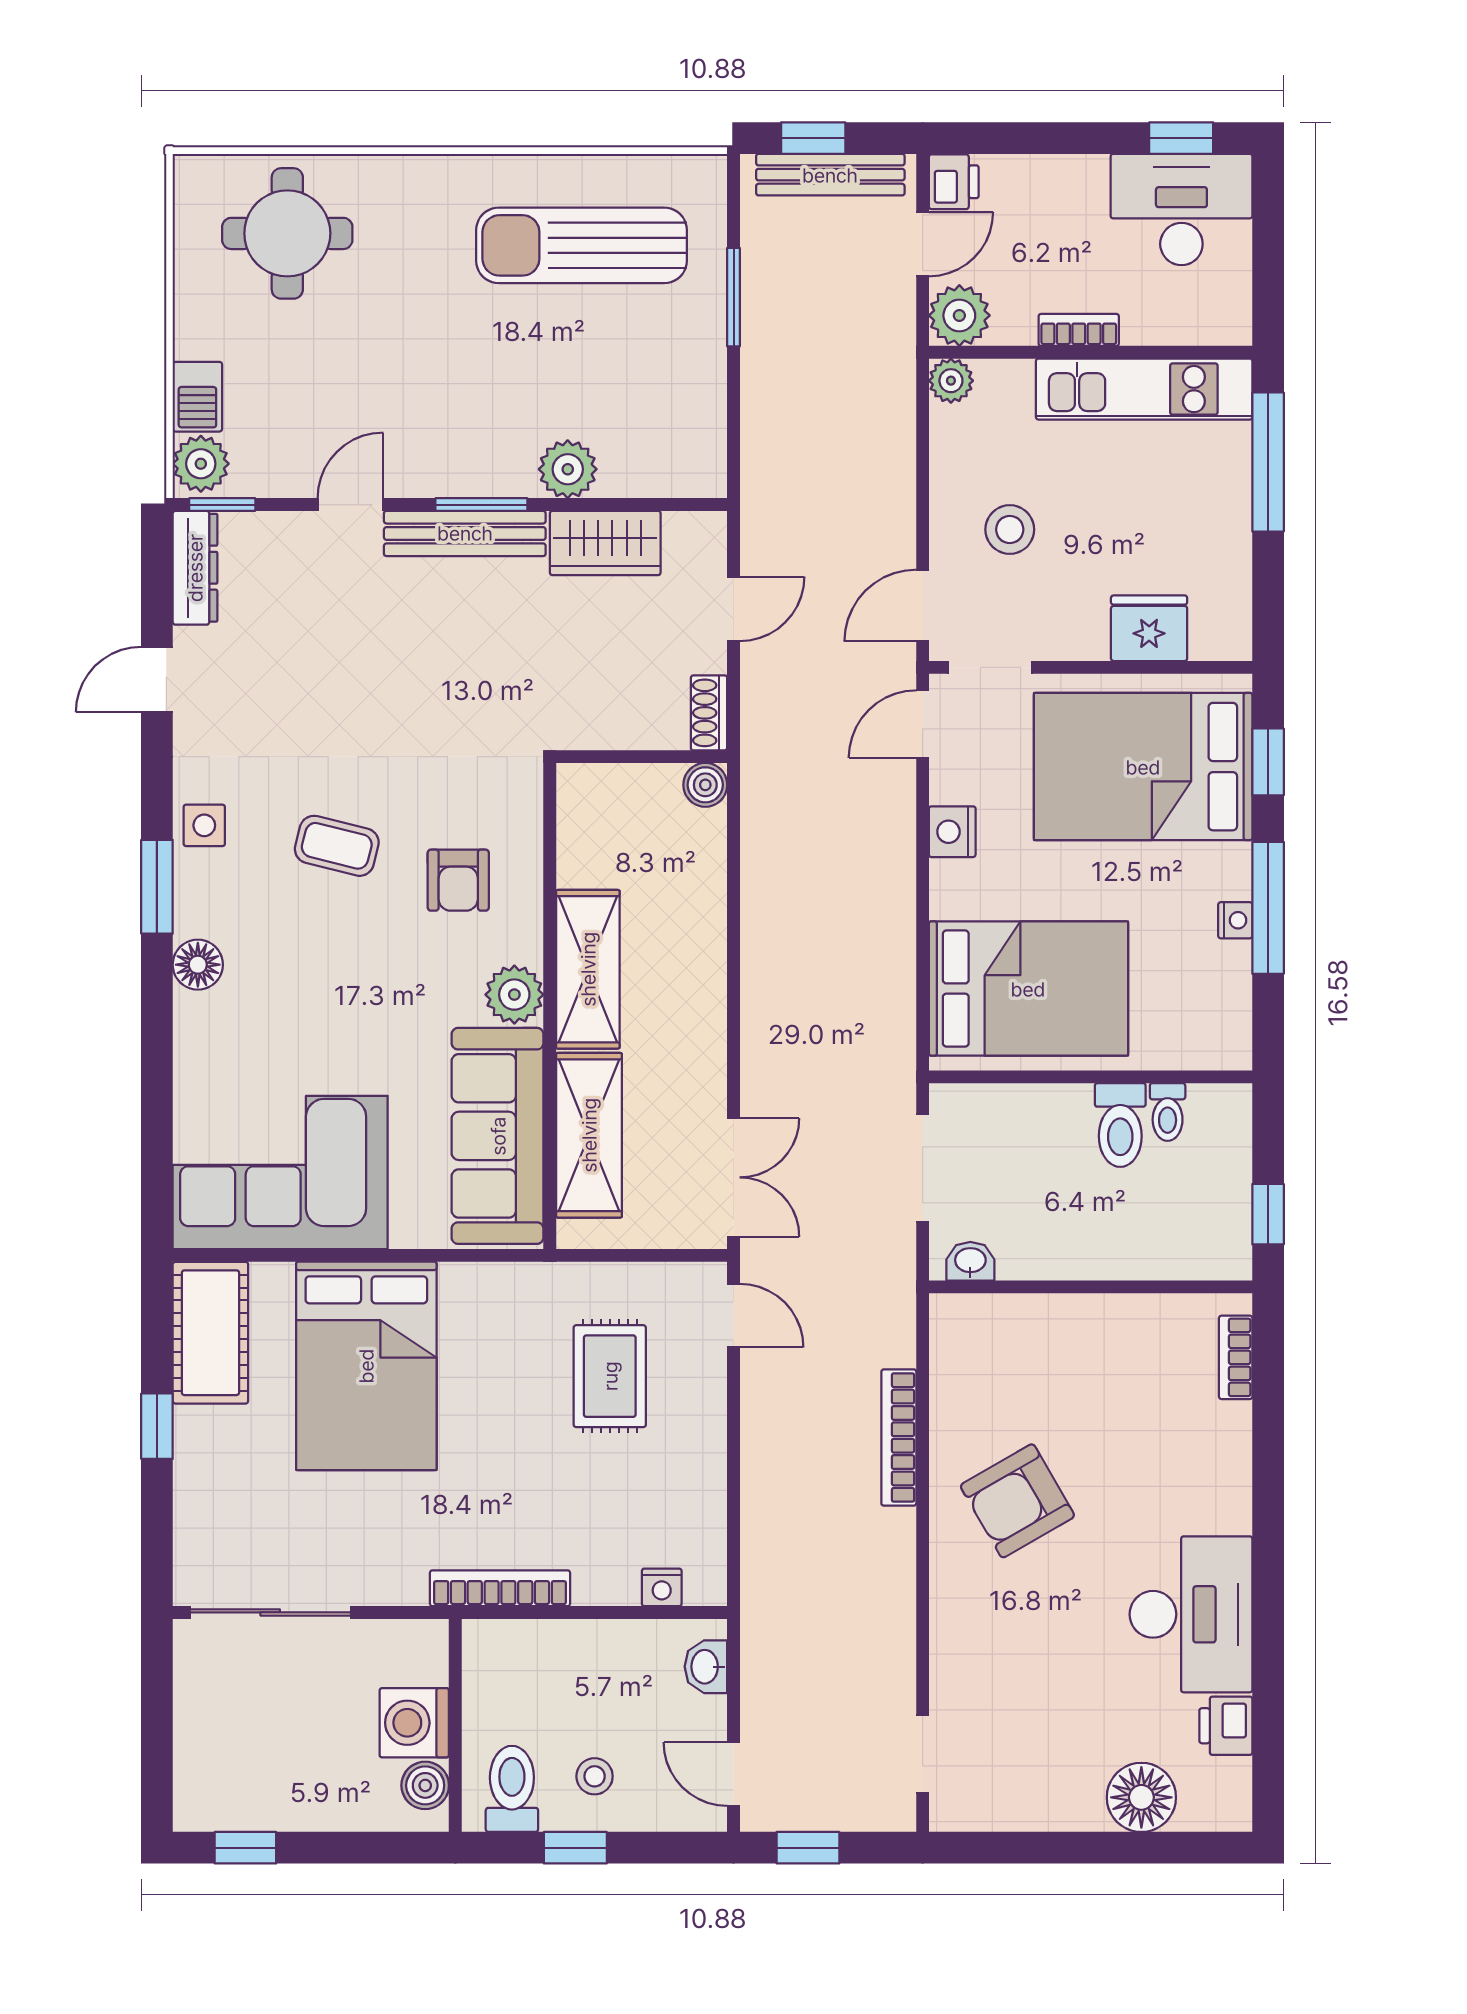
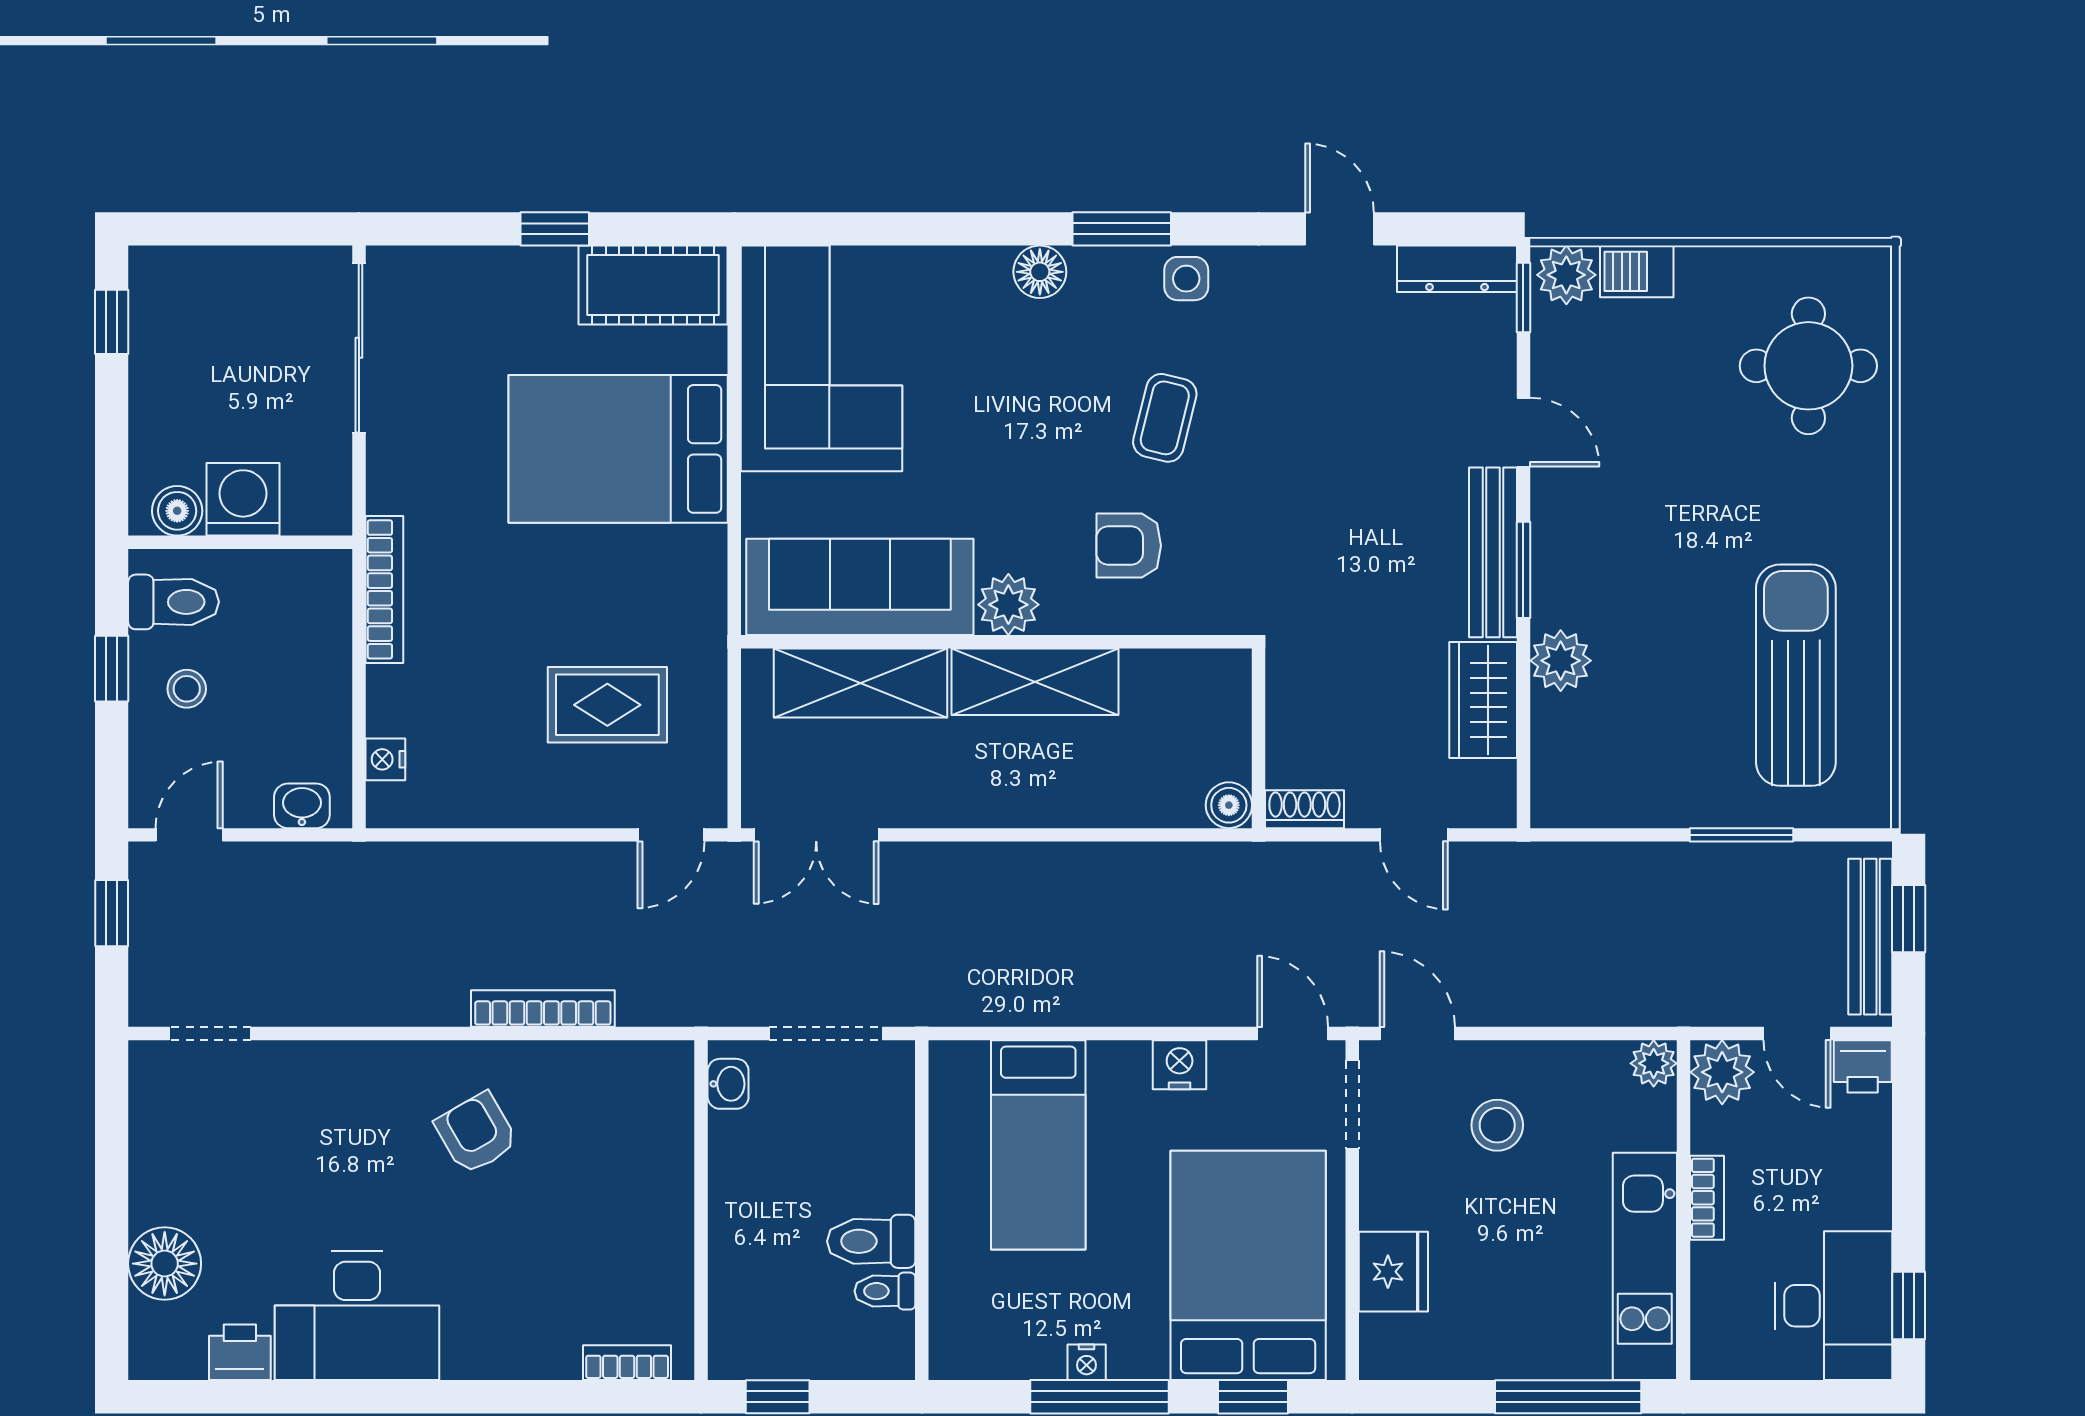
bed: (1028, 989) -> (1038, 1145), width x0.67
armchair: (1017, 1501) -> (476, 1133), width x0.72, depth x0.72

